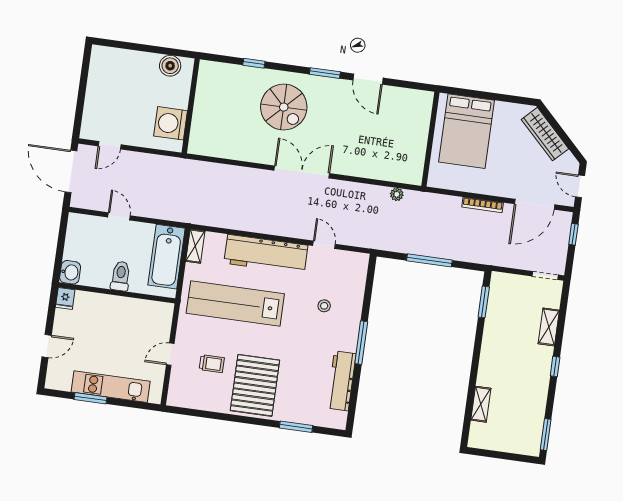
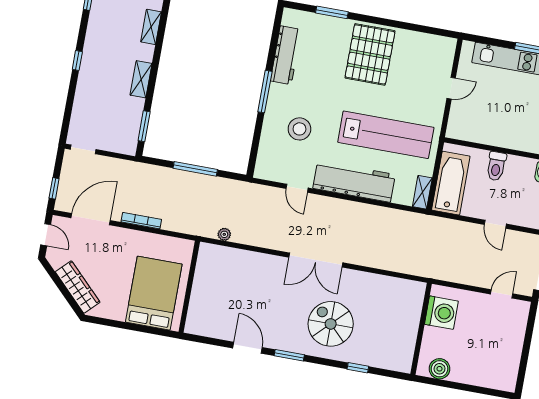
stool: (324, 306) -> (299, 129), width x1.89, depth x1.89
shelving: (549, 327) -> (141, 79), moved
trolley: (212, 364) -> (411, 77), removed

